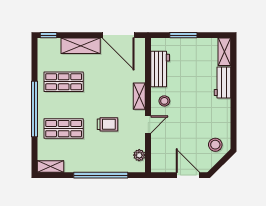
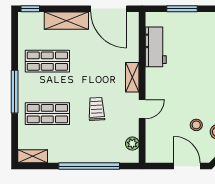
stool: (164, 101) -> (196, 125), moved
window: (35, 109) -> (15, 92), width x0.68
trolley: (107, 124) -> (97, 109), turned -93

